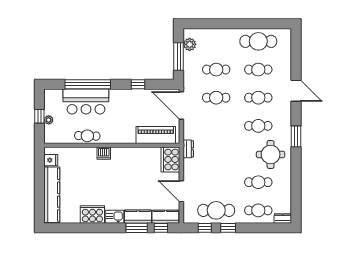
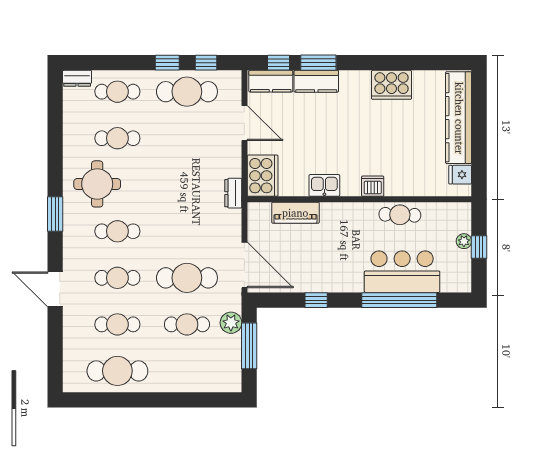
plant: (190, 44) -> (231, 323), moved
cafe table: (216, 98) -> (187, 278), width x1.37, depth x1.35
piano: (156, 135) -> (295, 213), width x0.73, depth x0.75
kitchen sink: (114, 217) -> (324, 185), moved, turned 180

